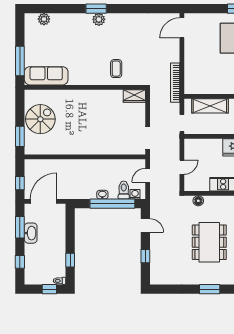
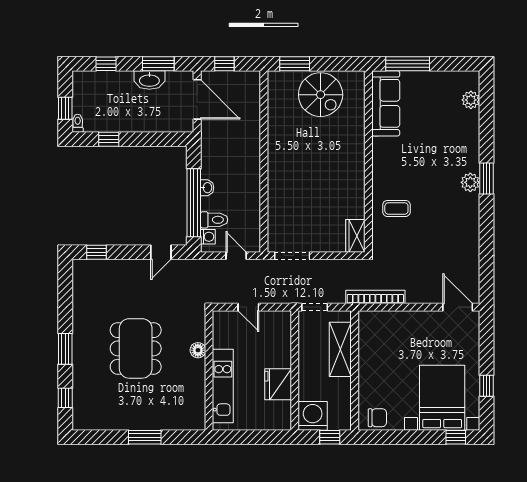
floor lamp: (198, 201) -> (198, 350), moved
dining table: (209, 242) -> (136, 348), turned 90
window: (145, 256) -> (97, 252), moved

